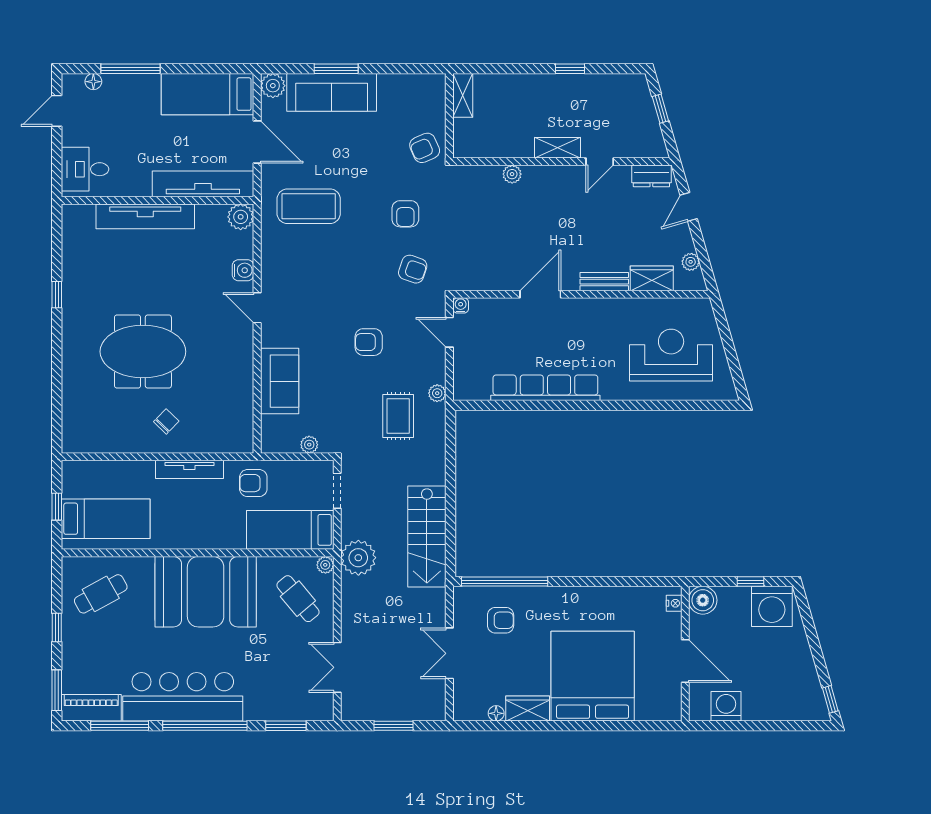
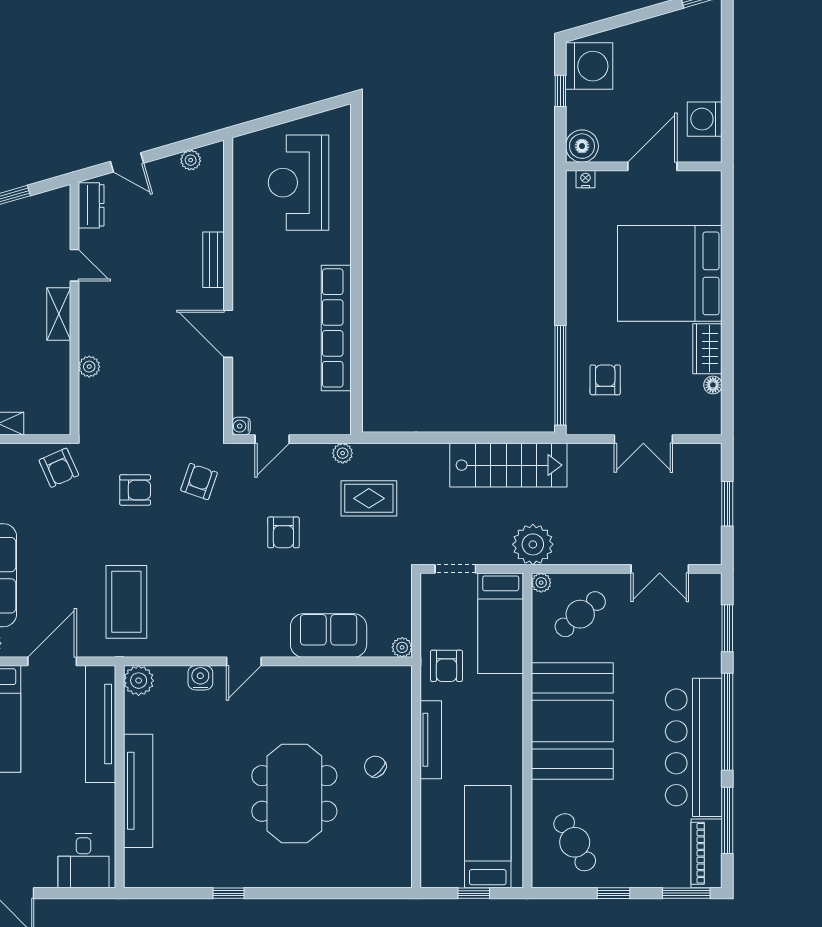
wardrobe: (652, 278) -> (210, 205), removed
plant: (309, 445) -> (402, 647), moved

